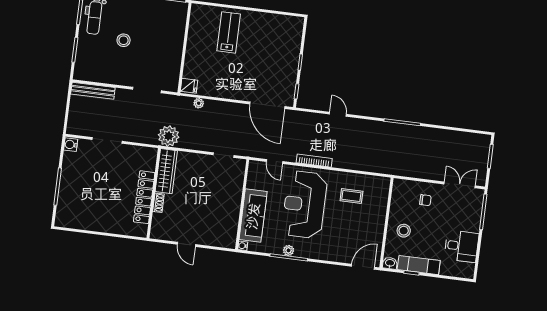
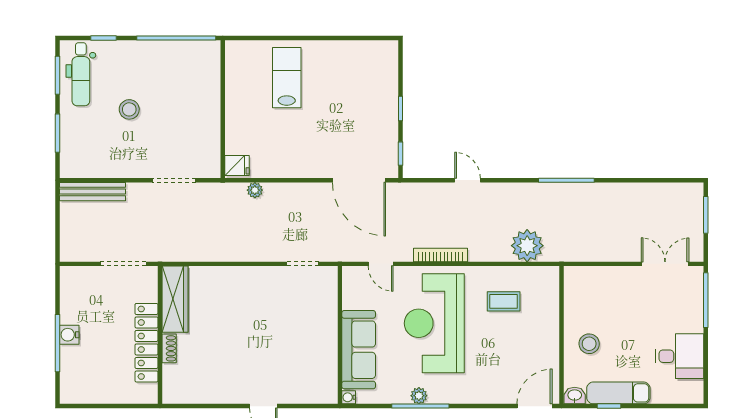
plant: (169, 136) -> (527, 246), moved
water cooler: (71, 145) -> (69, 335), moved
wardrobe: (166, 171) -> (175, 299), moved
wall: (154, 193) -> (160, 335), moved
locker: (144, 197) -> (146, 343), moved
chair: (425, 200) -> (616, 293), removed
shoe rack: (158, 203) -> (169, 348), moved

